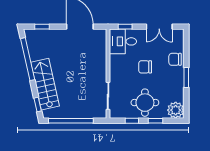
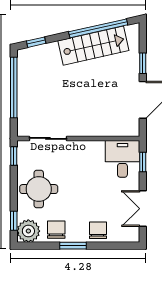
window: (42, 27) -> (143, 63), moved
chair: (145, 67) -> (56, 230), moved
stairs: (45, 84) -> (93, 46), moved
window: (132, 121) -> (14, 156), moved
window: (156, 121) -> (14, 221), moved

